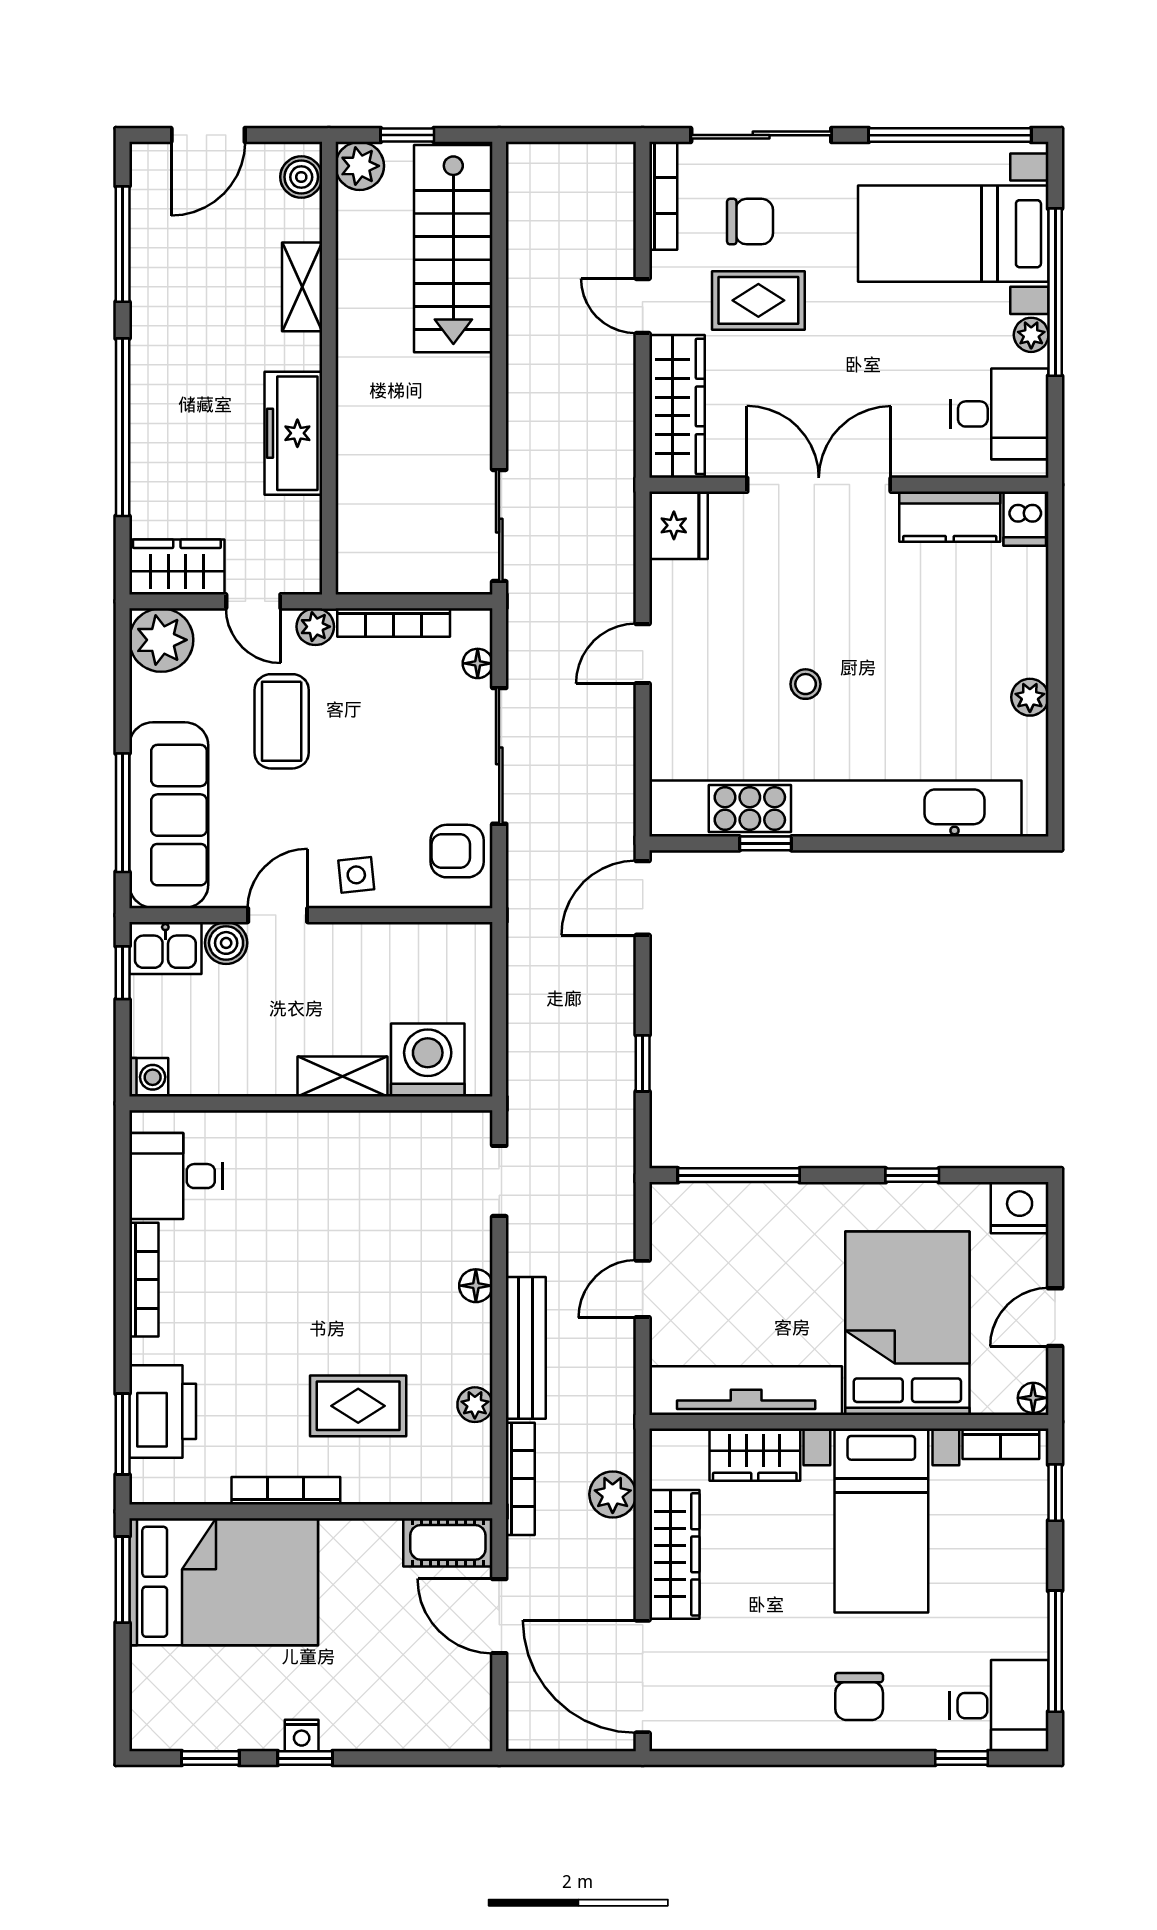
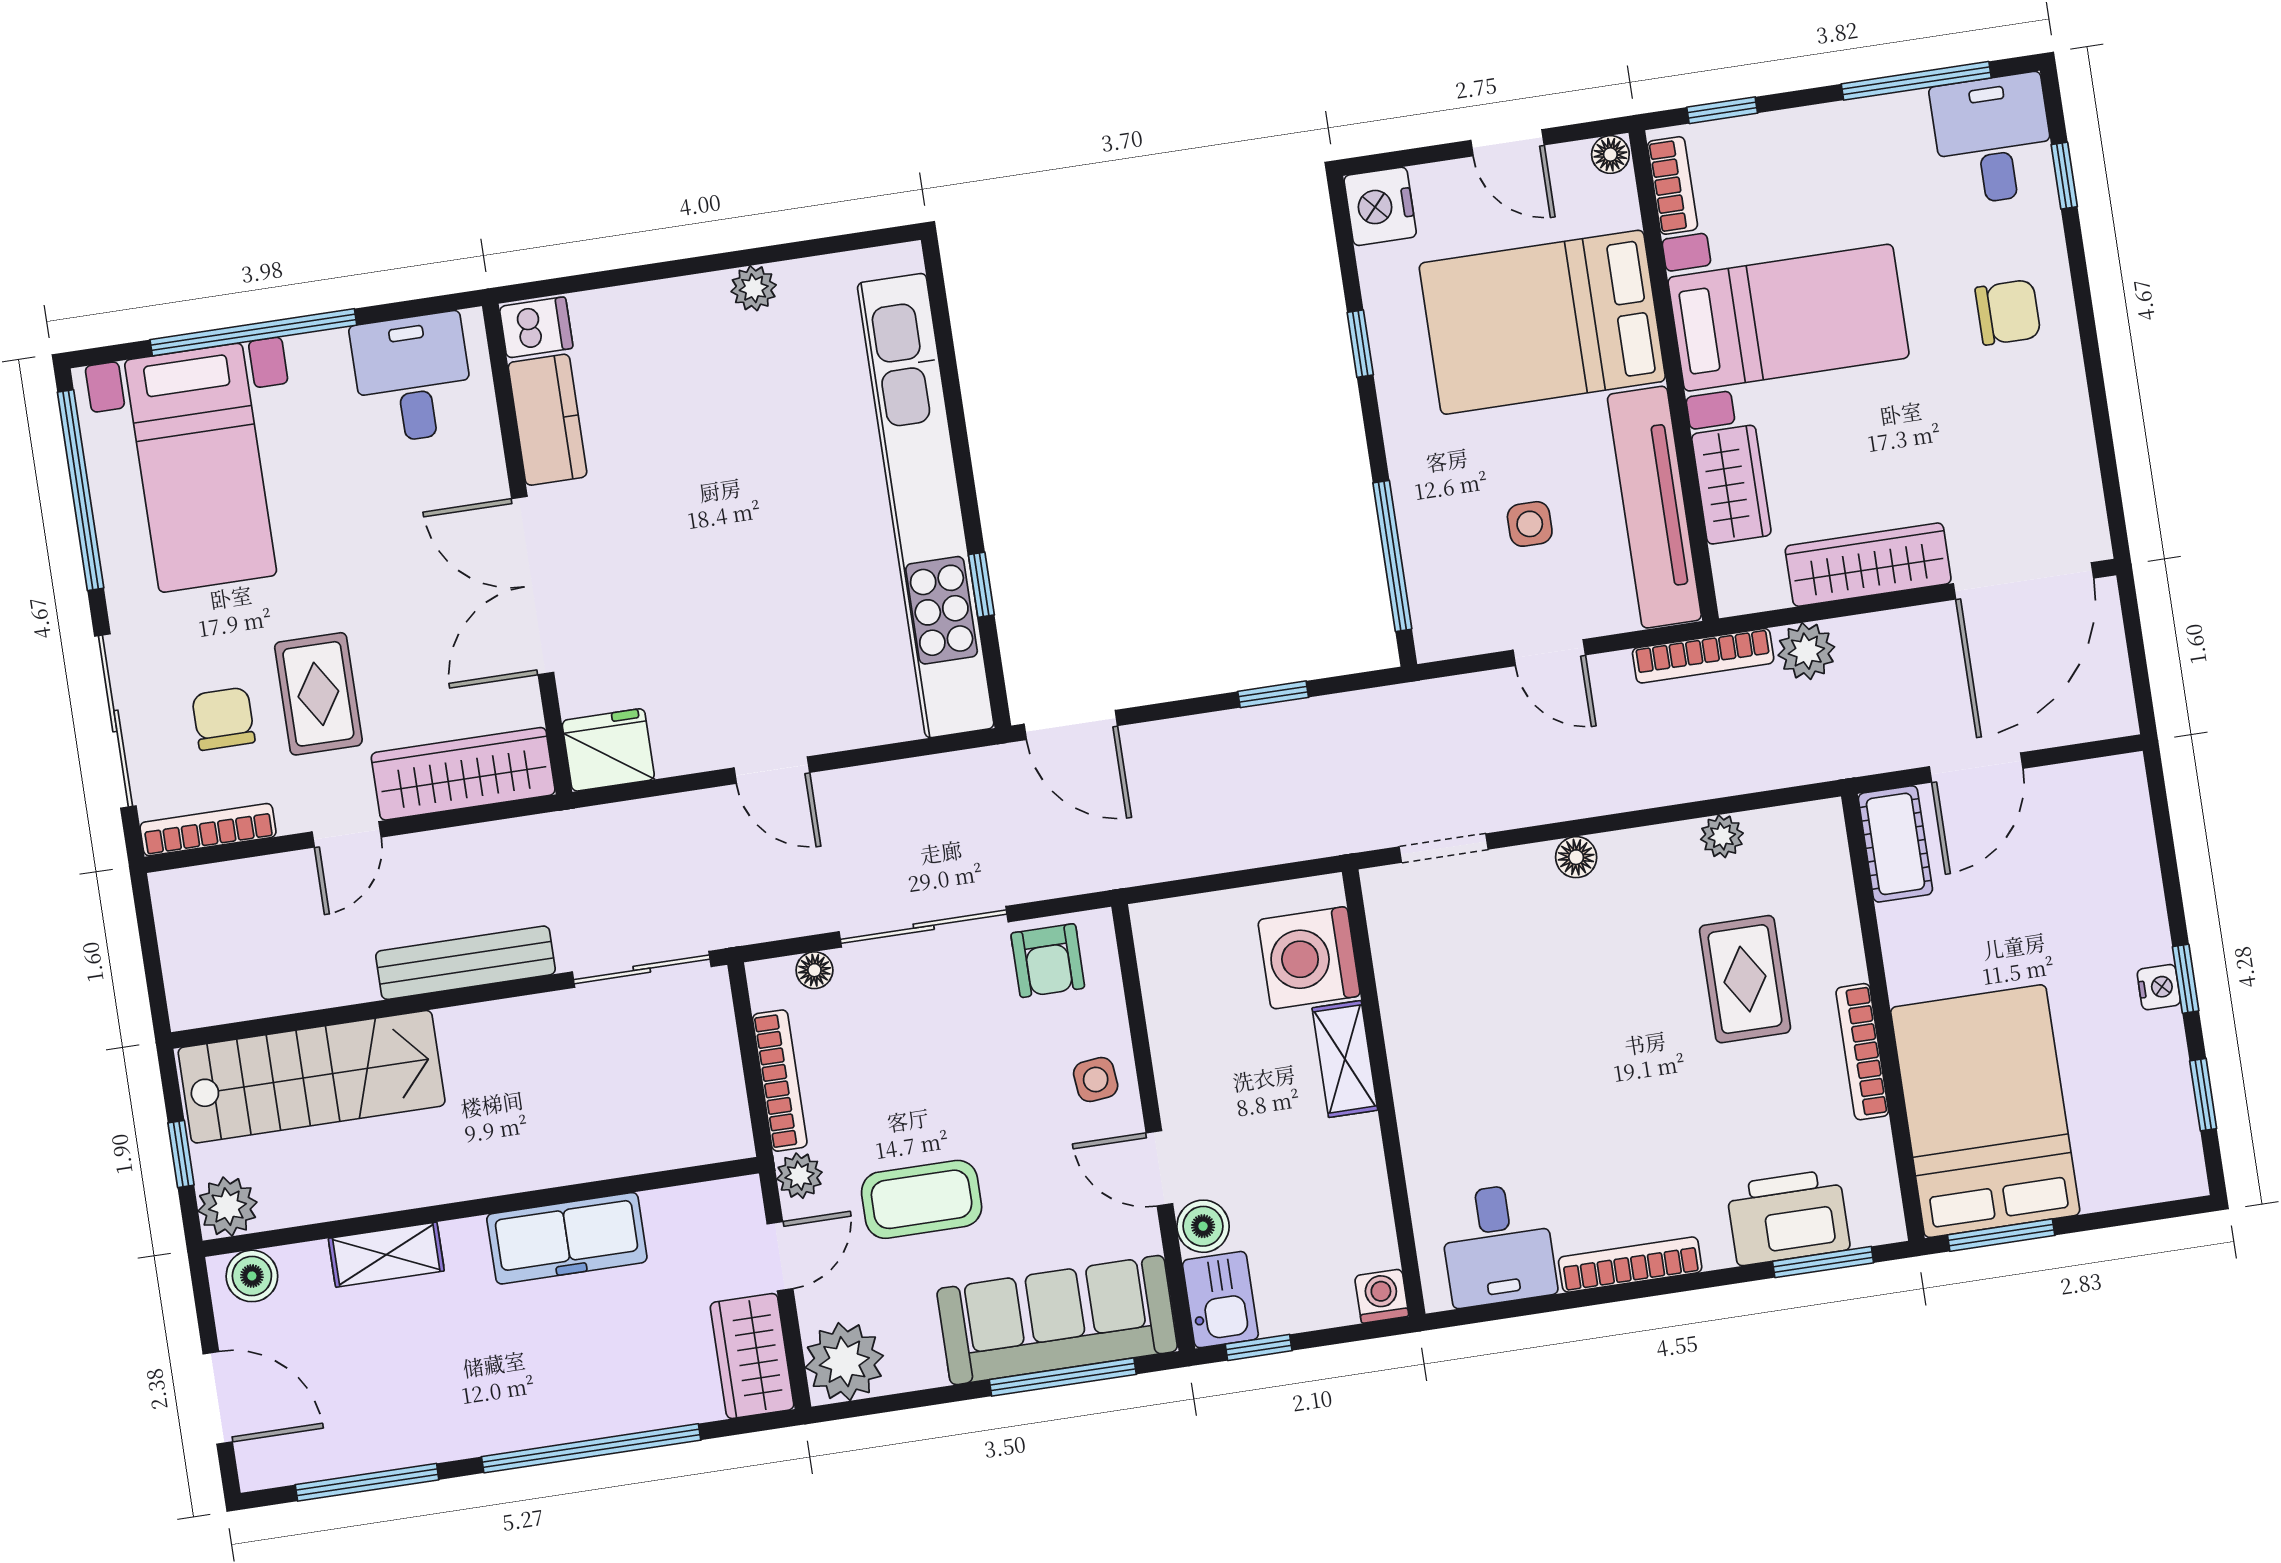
plant: (1031, 335) -> (310, 354), removed
stool: (806, 684) -> (779, 565), removed
side table: (748, 1289) -> (1530, 524), added
bench: (526, 1348) -> (465, 963), moved
bookcase: (520, 1479) -> (1703, 656), moved, turned 180

